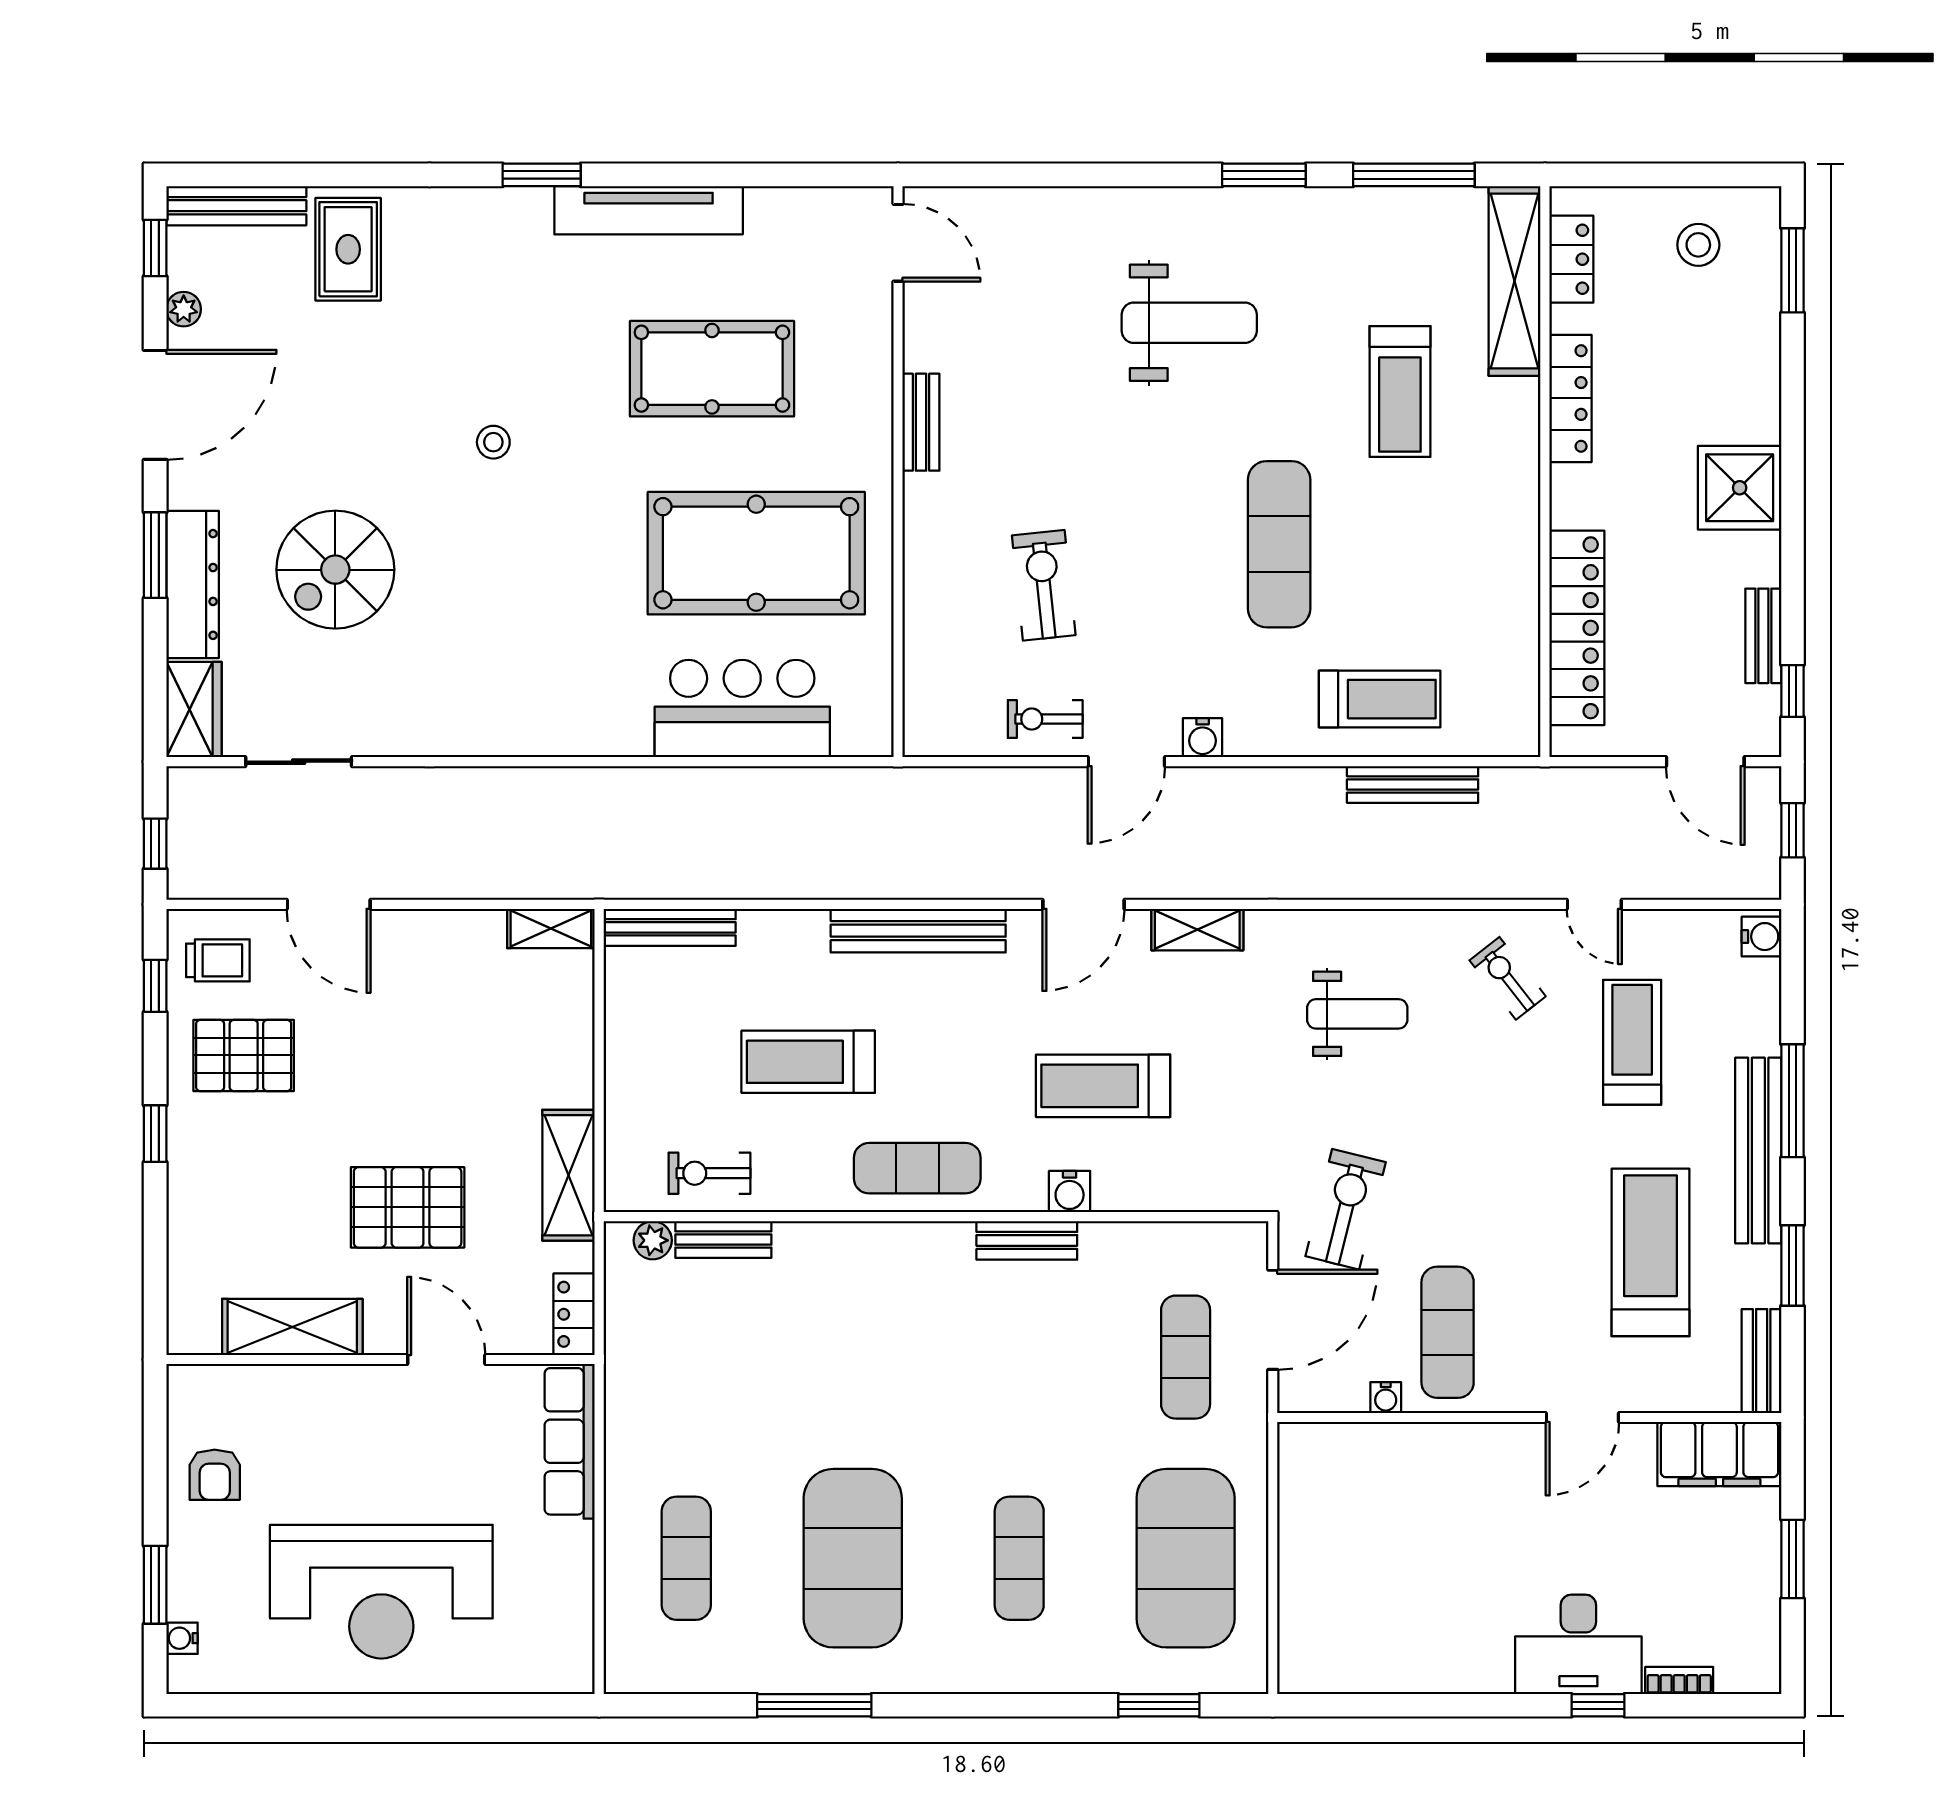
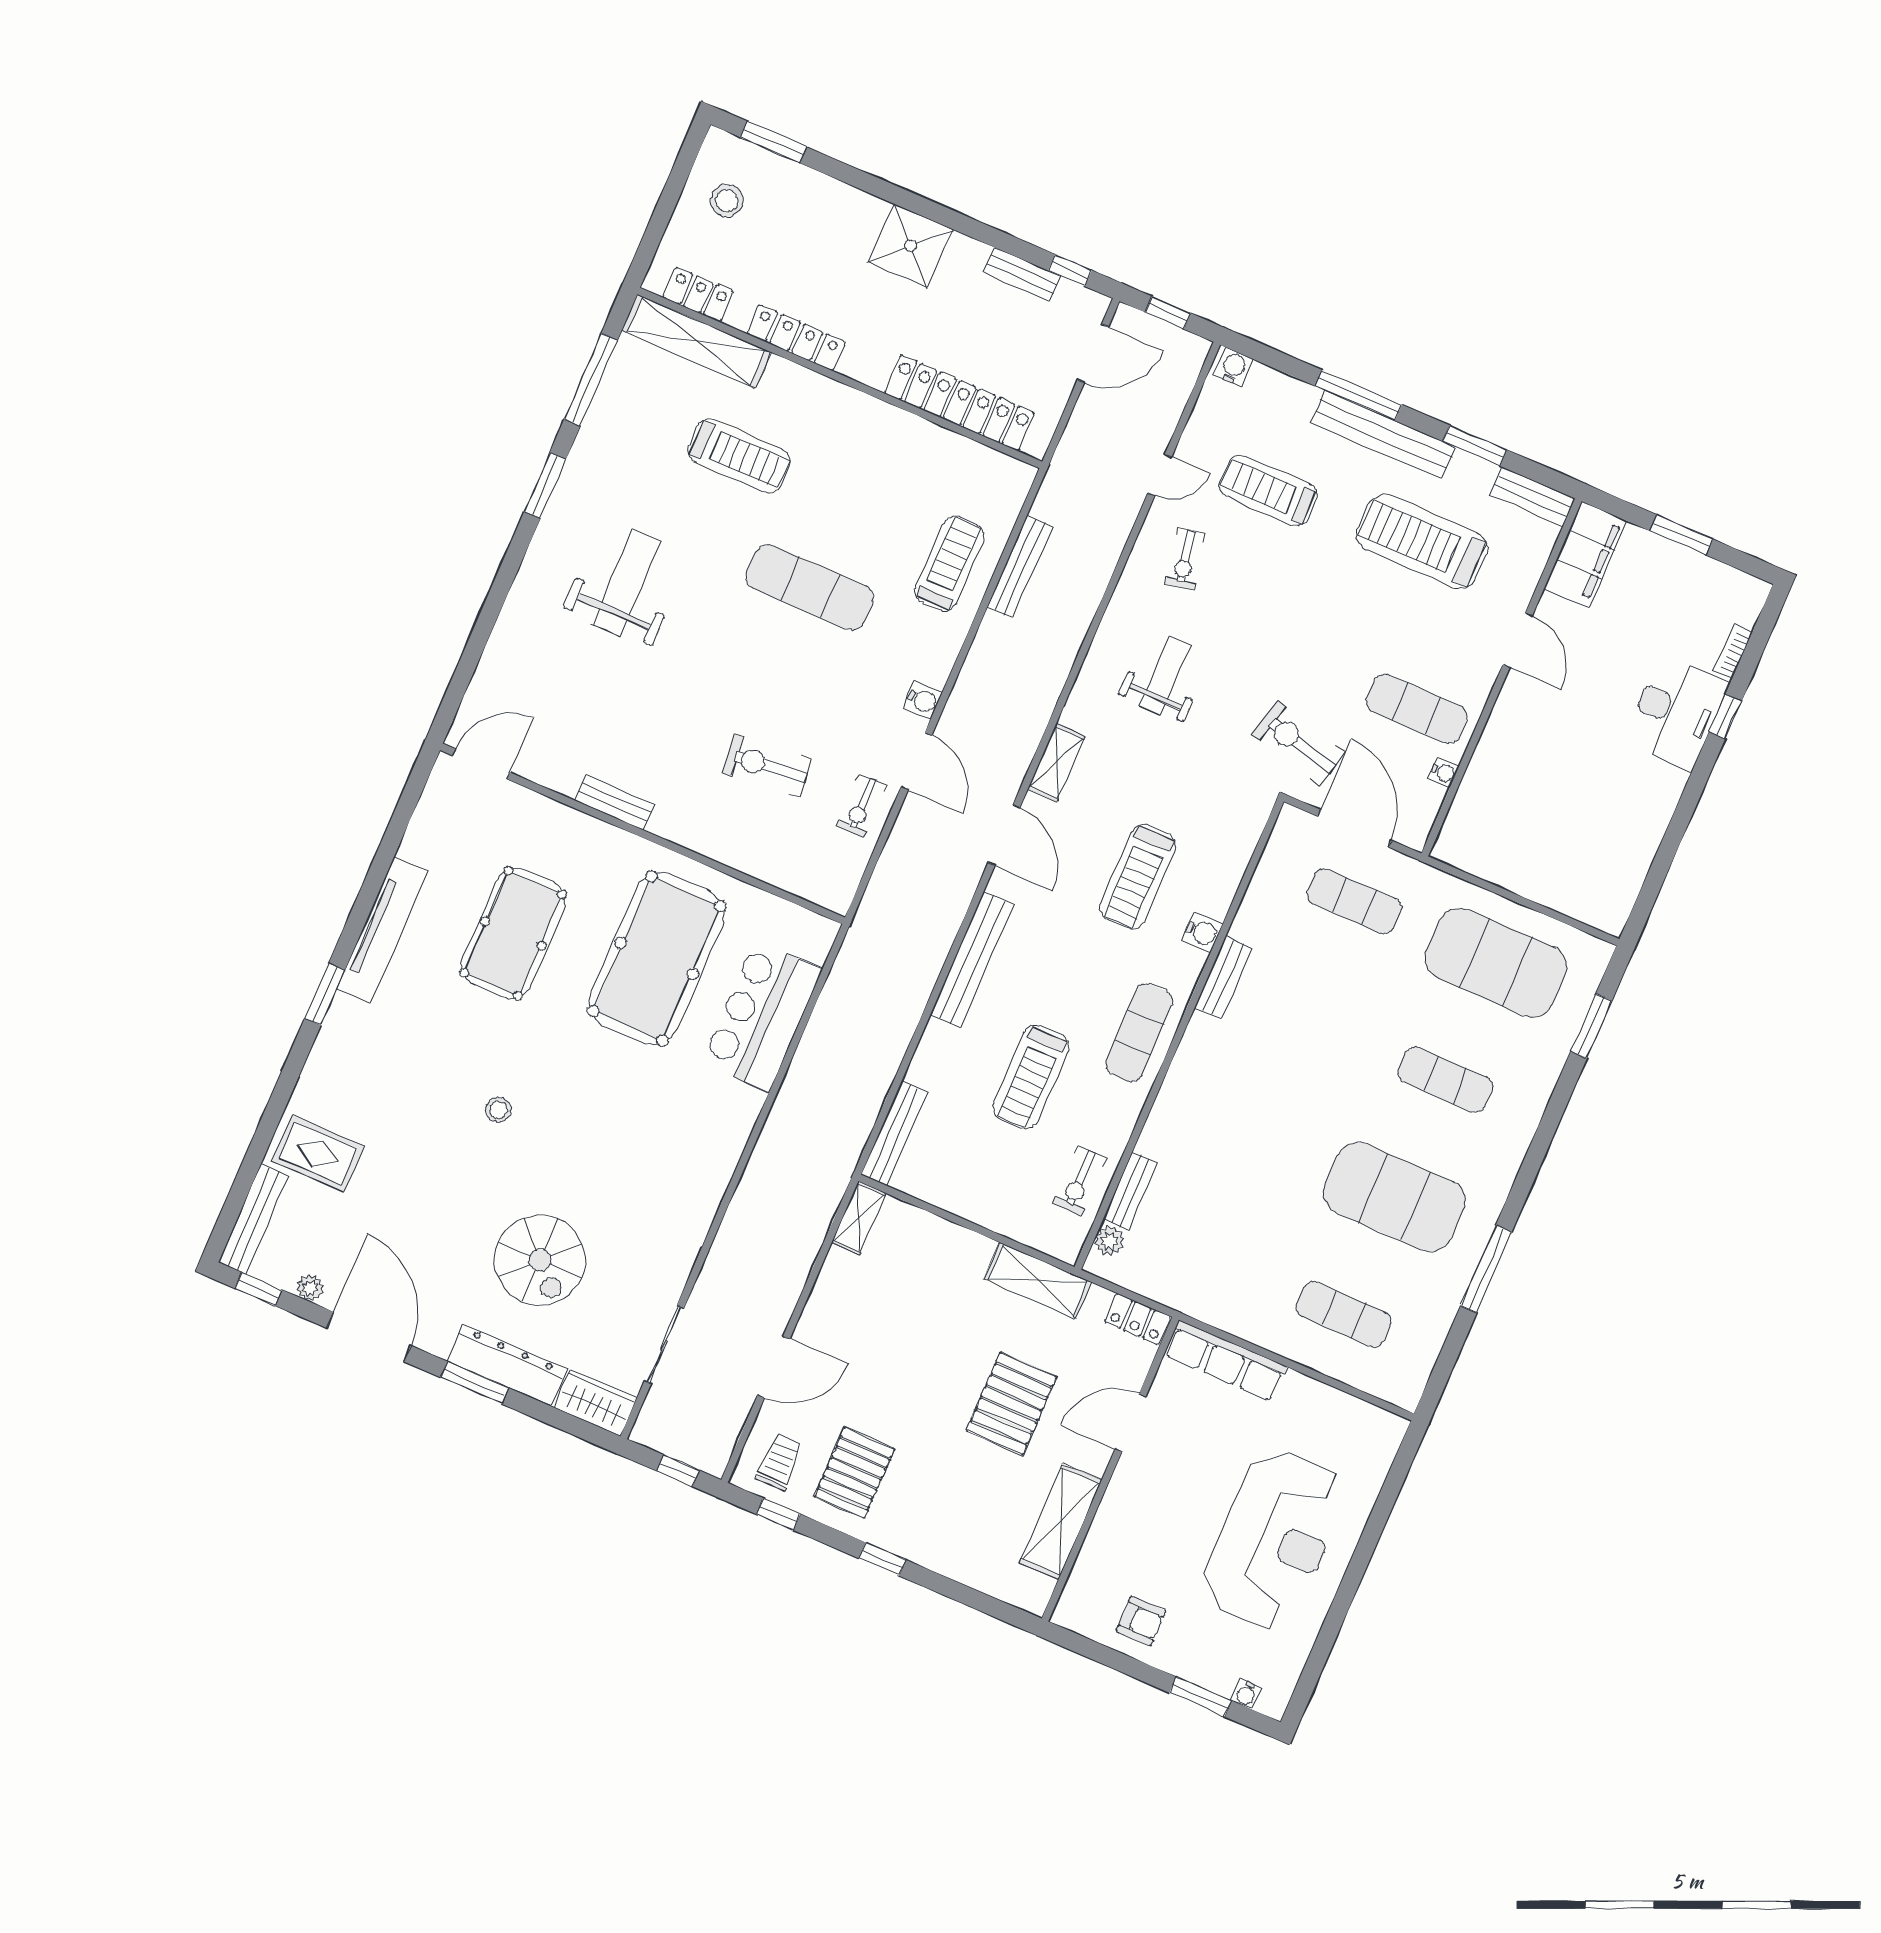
exercise bike: (1508, 978) -> (1185, 559), turned -63

